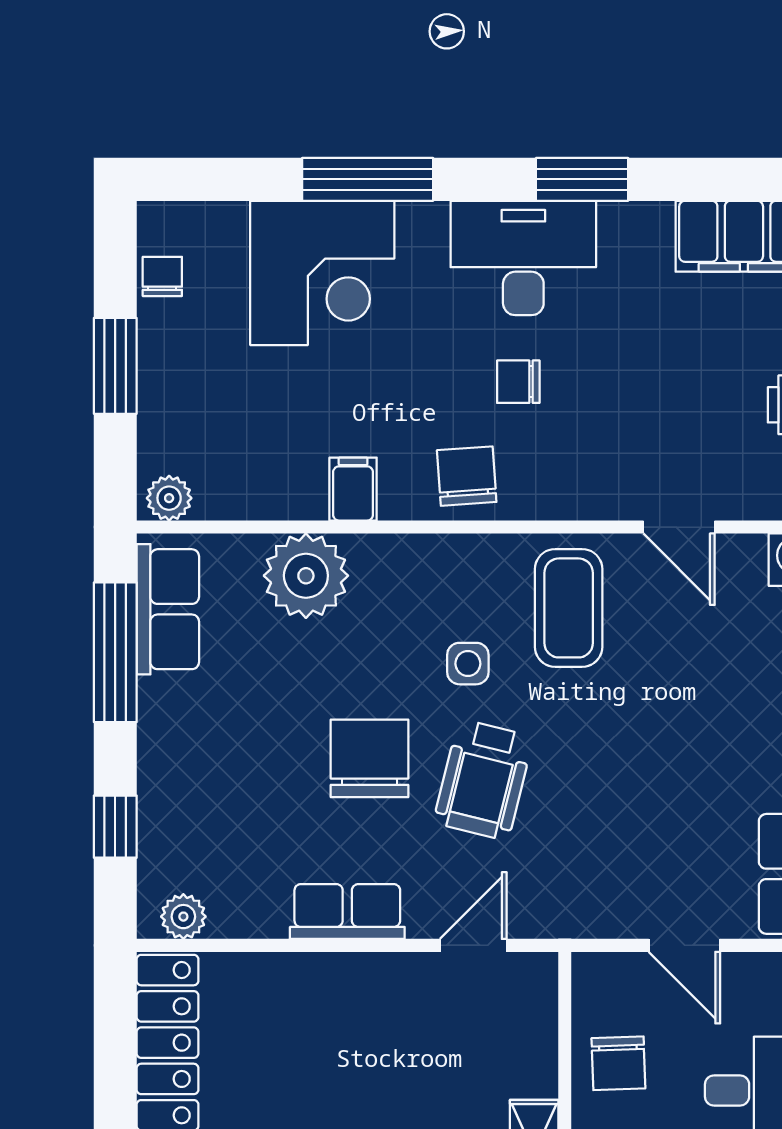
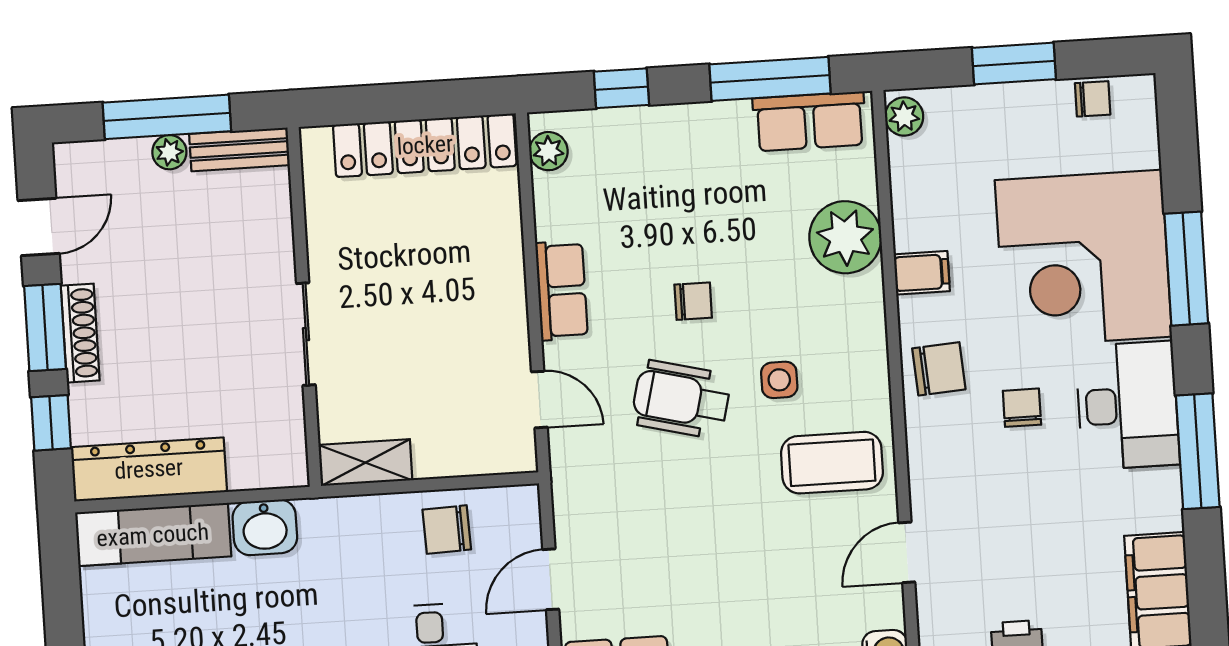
window: (582, 179) -> (1198, 451), width x1.44
corner desk: (322, 273) -> (1083, 258), width x1.36, depth x1.36
chair: (369, 758) -> (693, 301), width x0.54, depth x0.54

